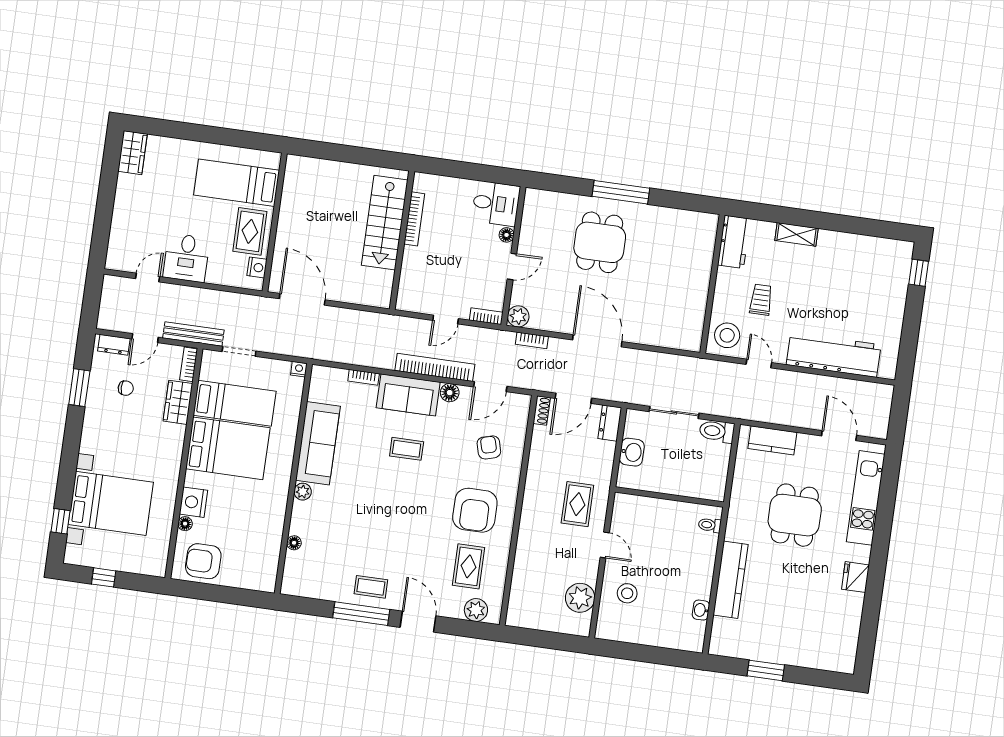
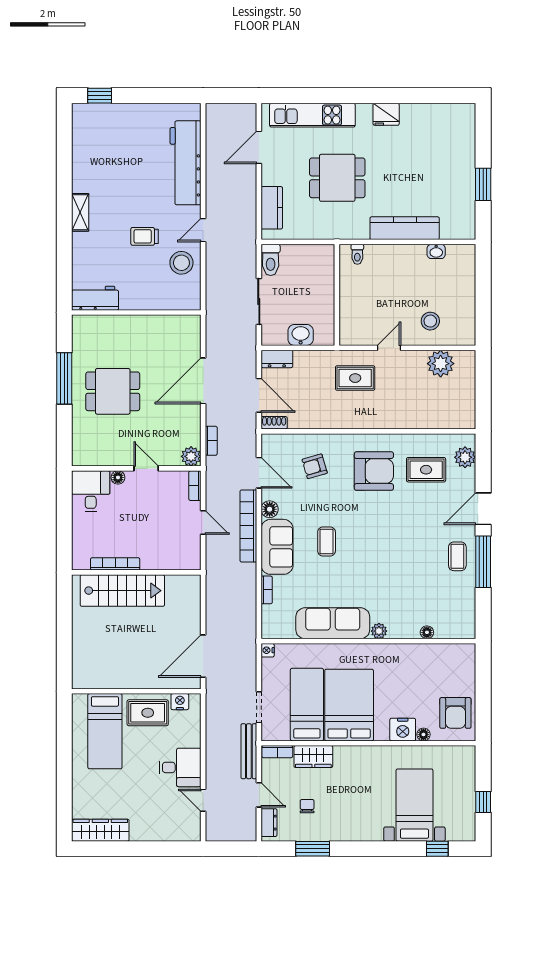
wardrobe: (133, 153) -> (100, 830), width x1.50
workbench: (734, 242) -> (95, 298), moved
wall: (712, 284) -> (136, 313), moved
bed with nightstands: (111, 503) -> (414, 805), width x0.73

